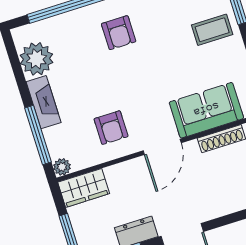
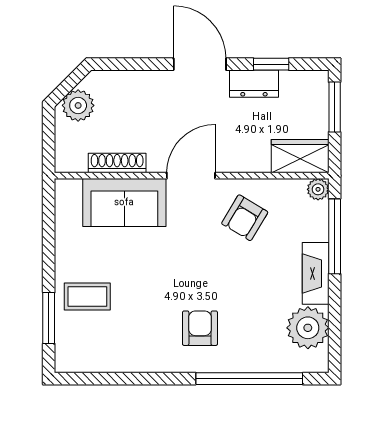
armchair: (111, 128) -> (245, 218), turned -149

